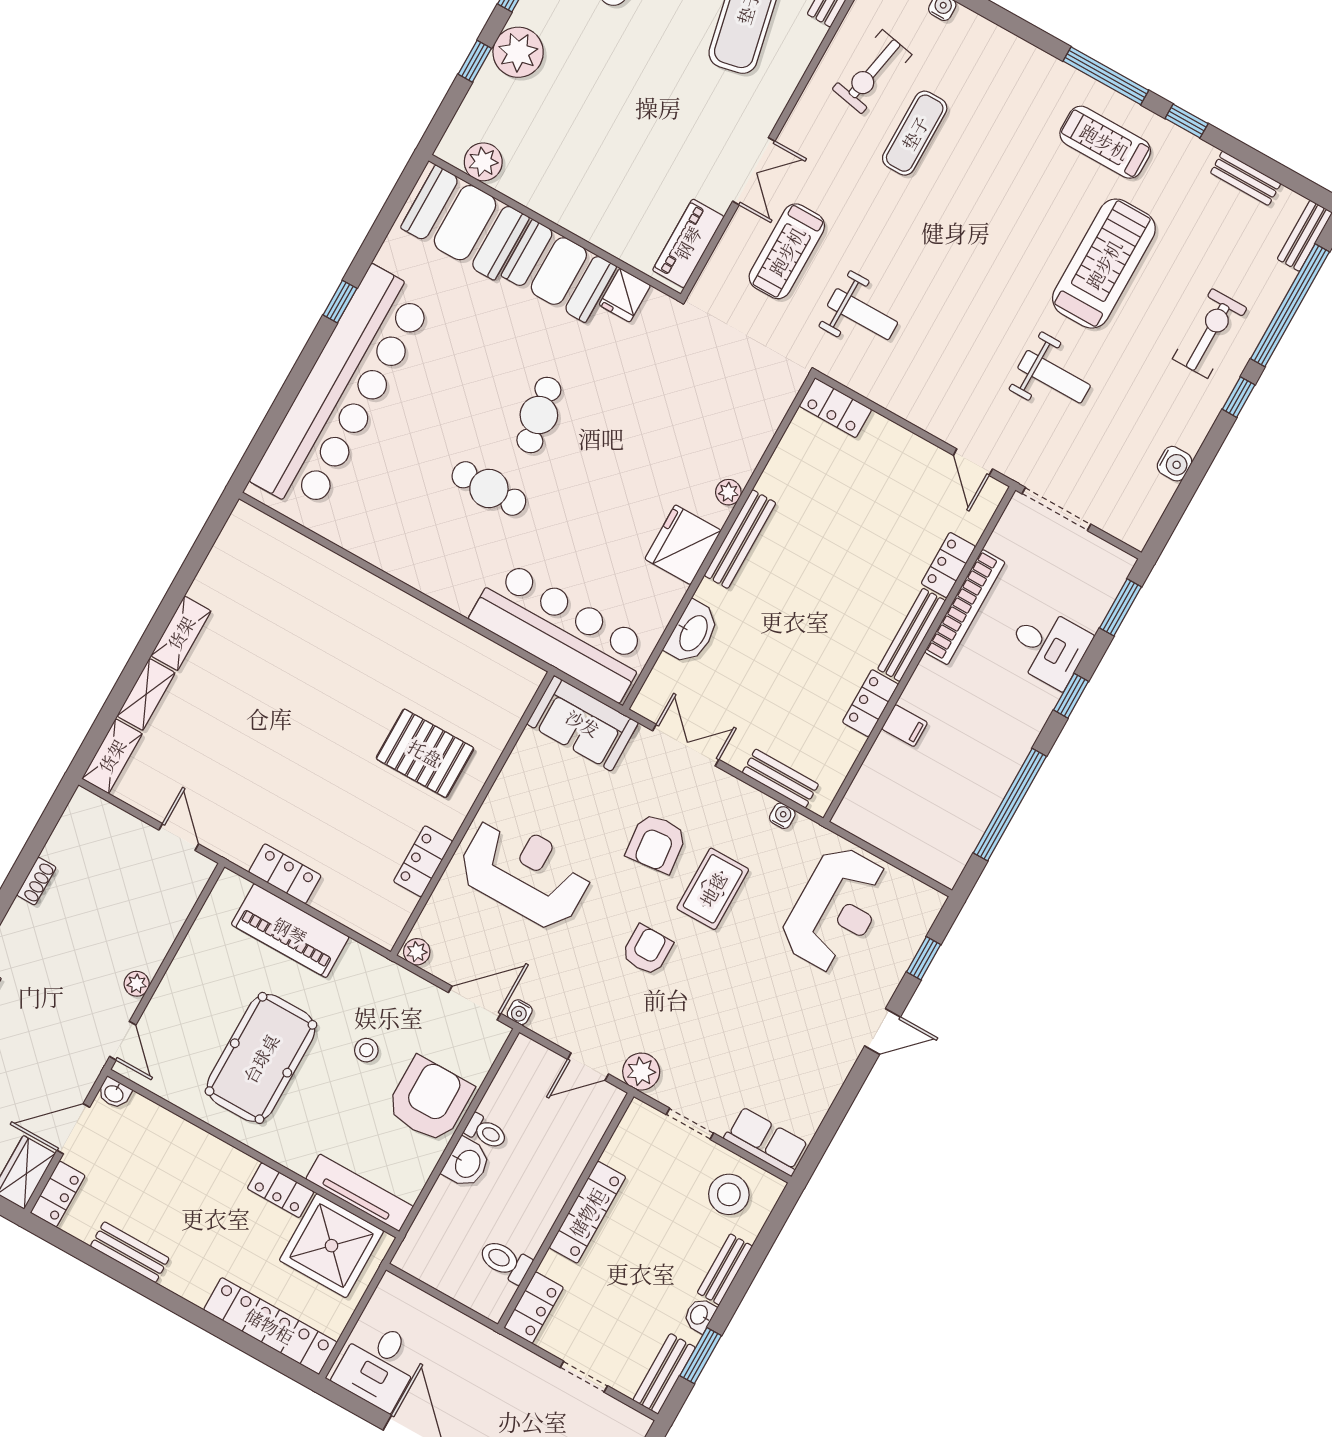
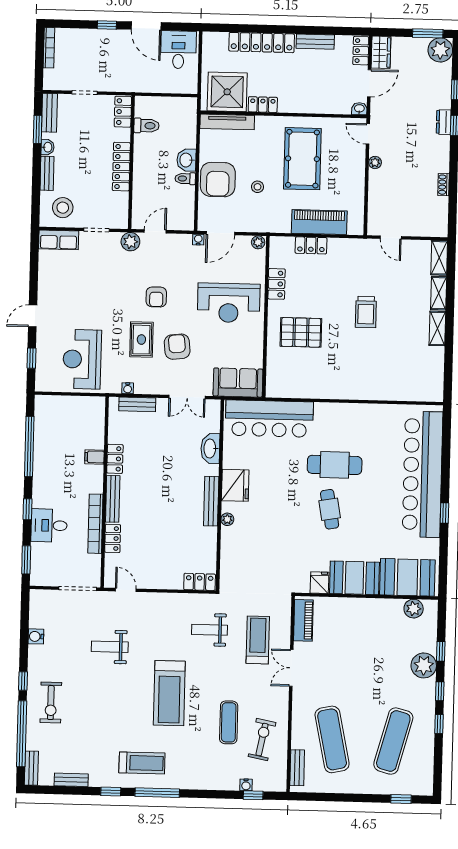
treadmill: (1104, 264) -> (169, 693), moved
cafe table: (489, 488) -> (335, 465), width x1.37, depth x1.35
trolley: (292, 729) -> (366, 312), added
locker: (285, 874) -> (311, 245), moved
locker: (270, 1326) -> (262, 43), moved

